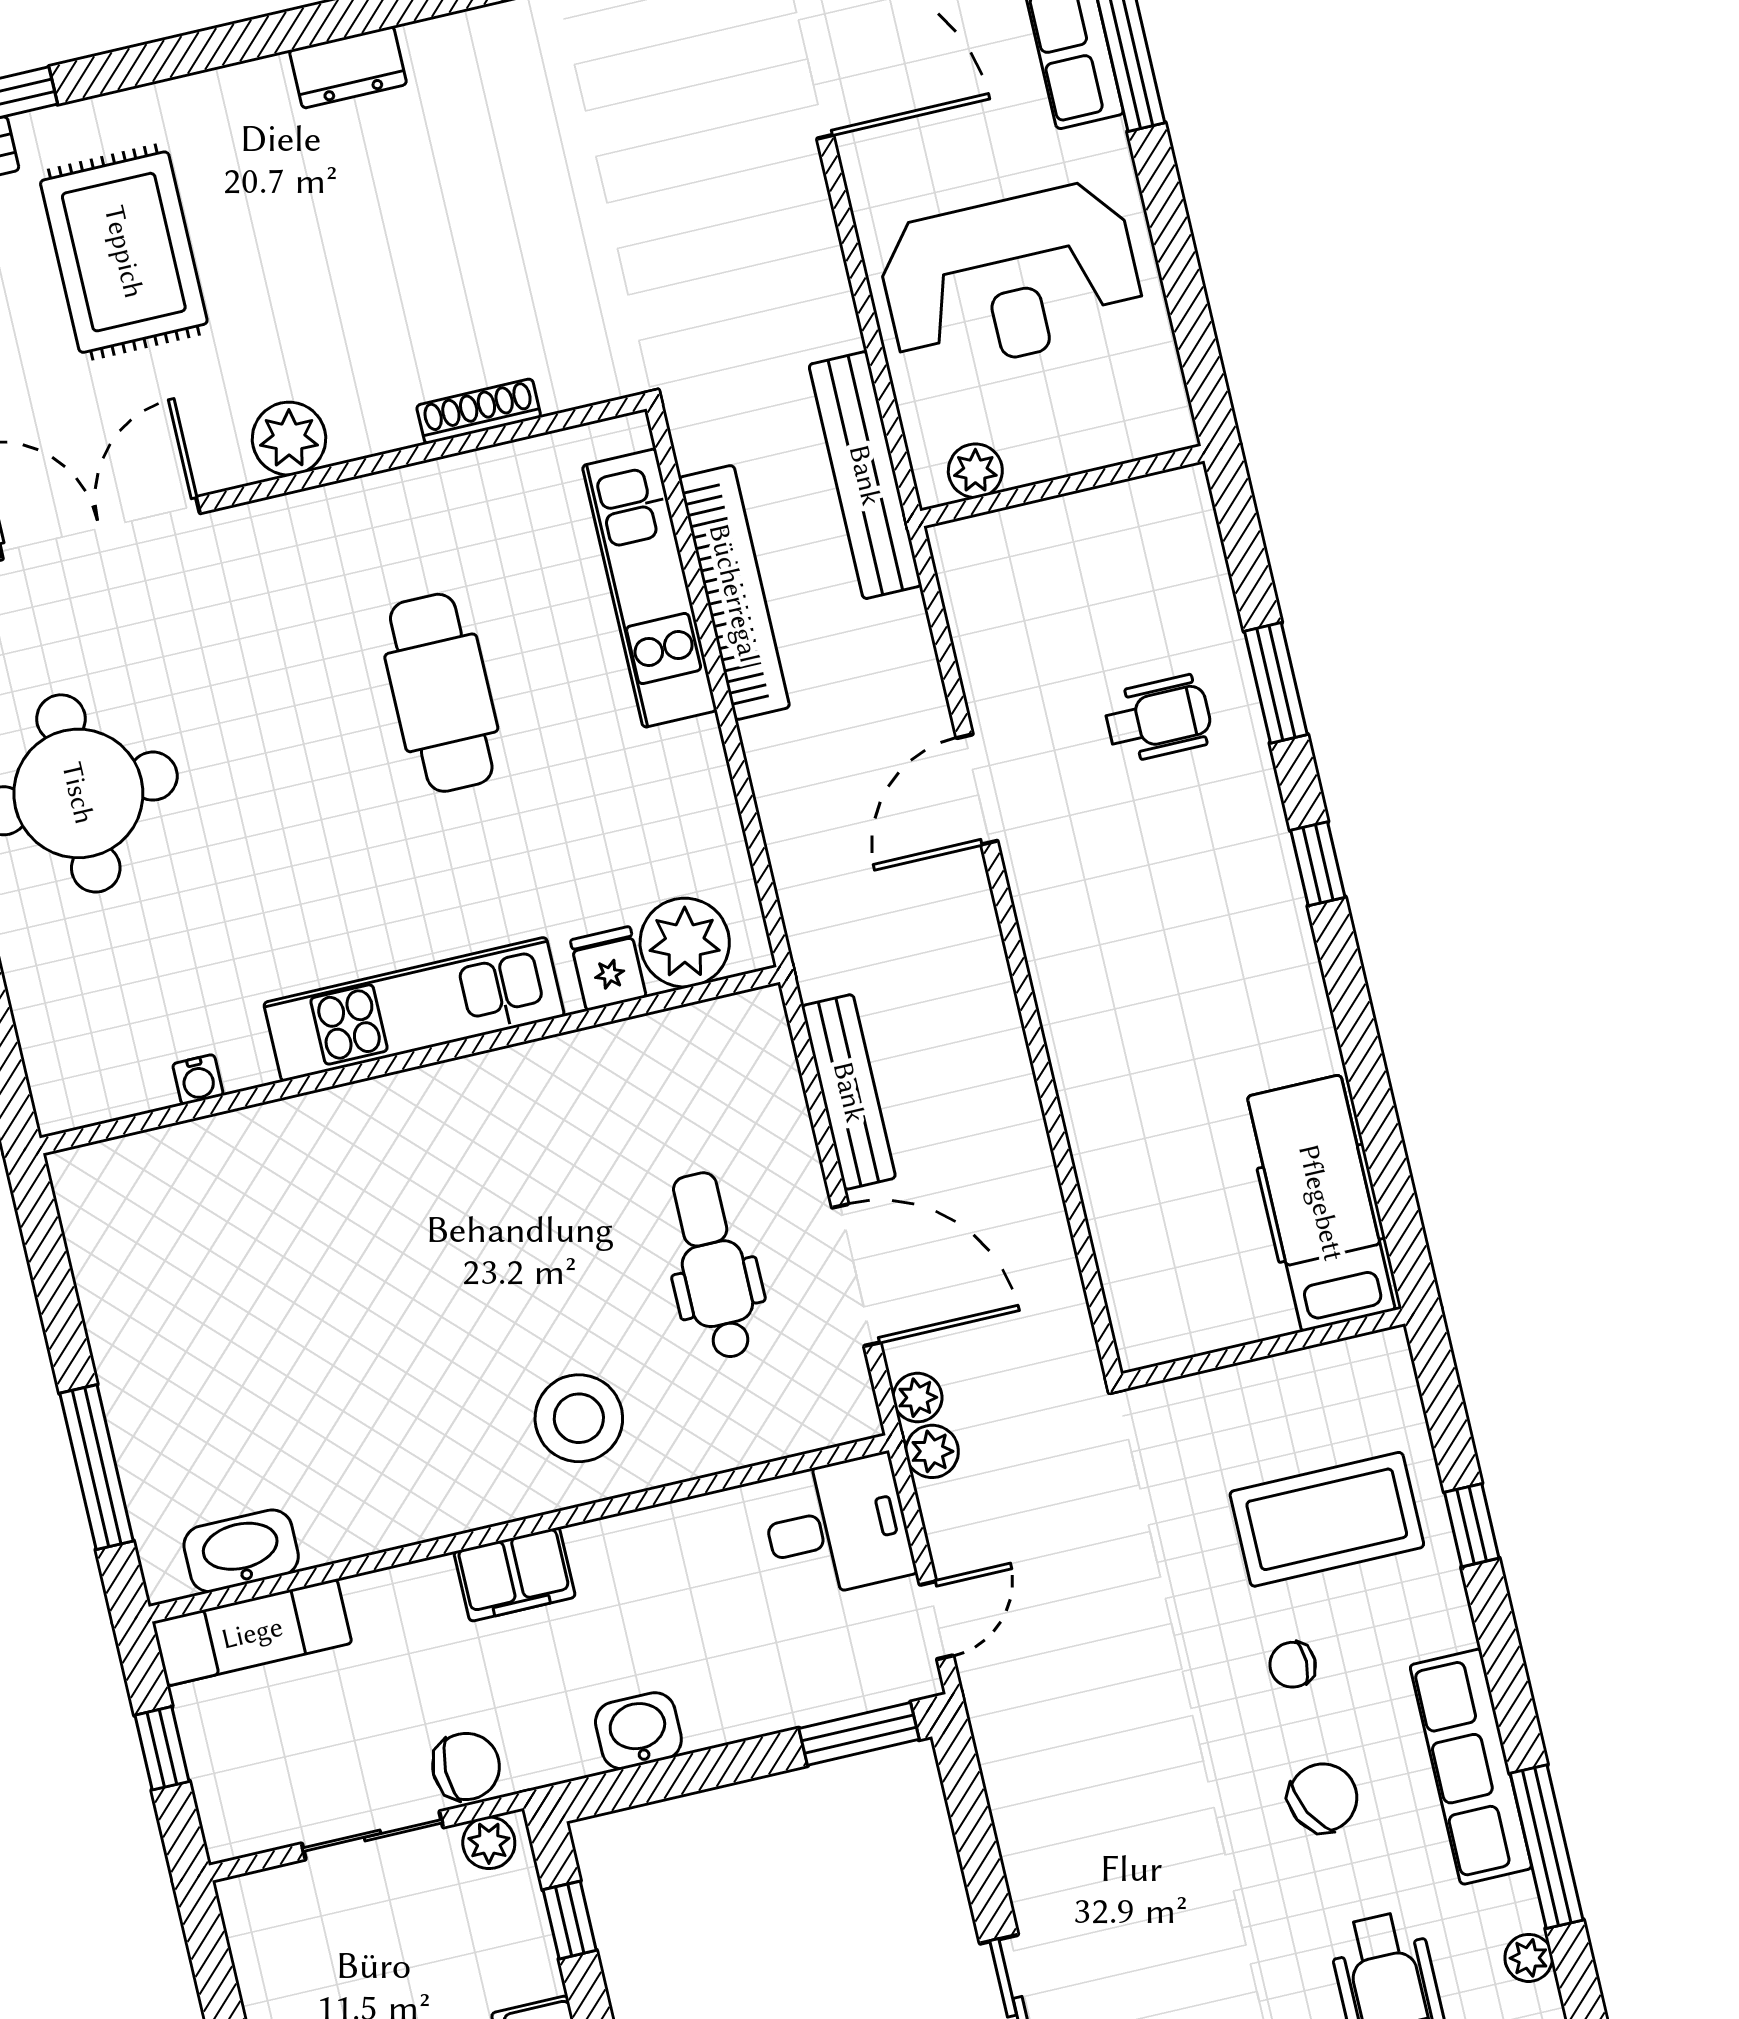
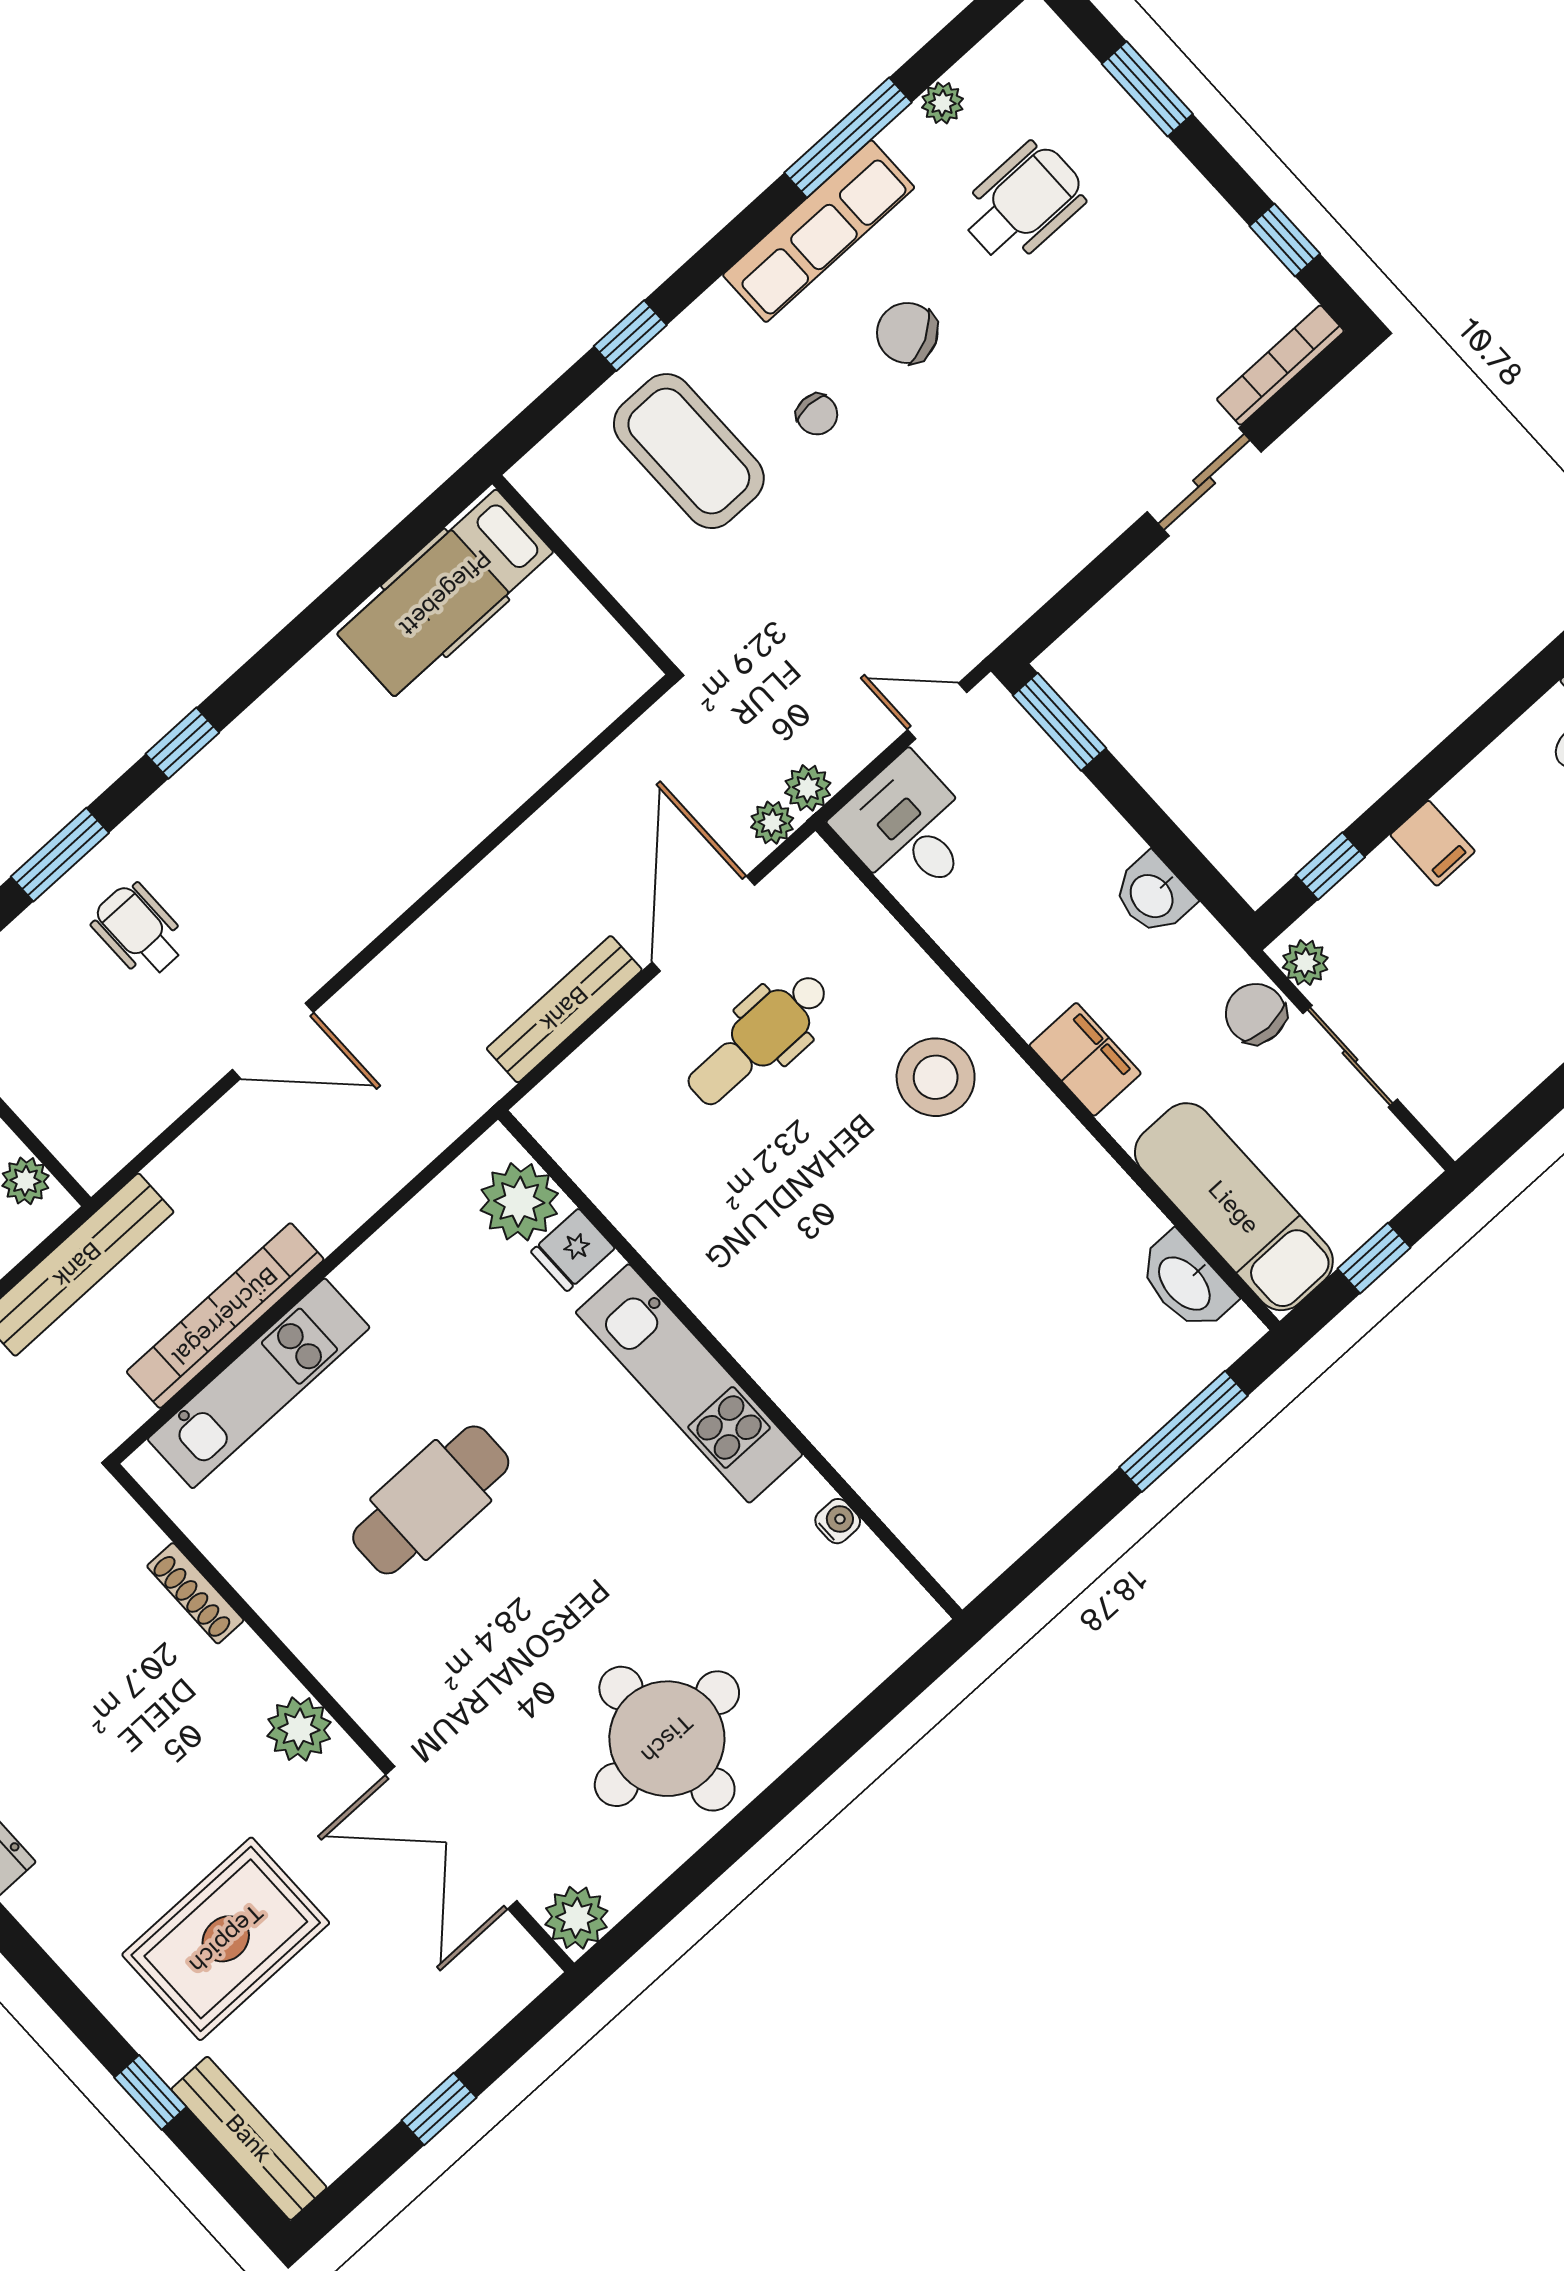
exam couch: (252, 1633) -> (1234, 1207), width x1.36, depth x1.45

